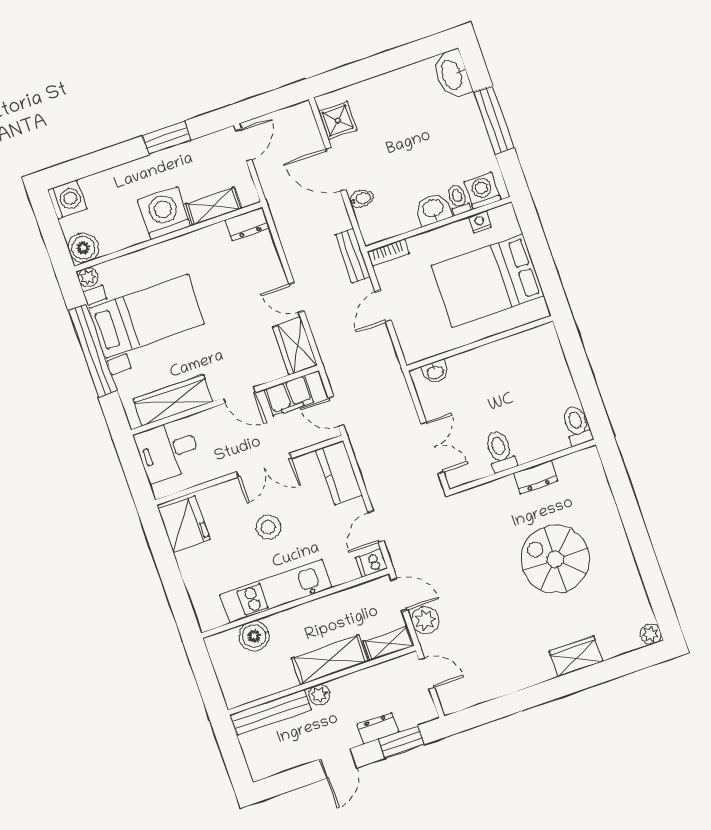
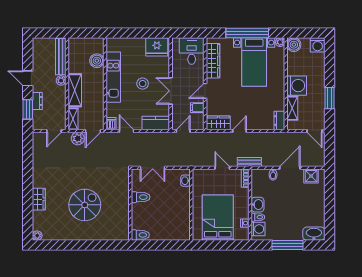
filing cabinet: (289, 396) -> (197, 108), width x0.50
dresser: (536, 477) -> (124, 209), removed

